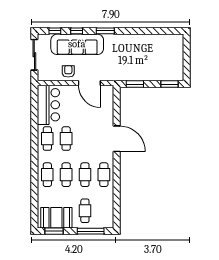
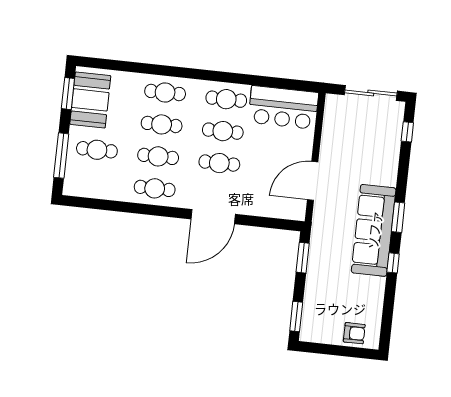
window: (77, 31) -> (393, 263), moved
sofa: (77, 44) -> (374, 230), moved
armchair: (68, 71) -> (354, 333), moved
cafe table: (85, 139) -> (219, 163), added

